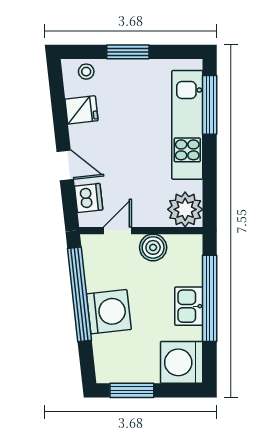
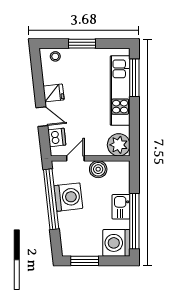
fridge: (81, 110) -> (54, 93), moved
window: (210, 298) -> (134, 221), moved
washing machine: (109, 312) -> (68, 197), moved

